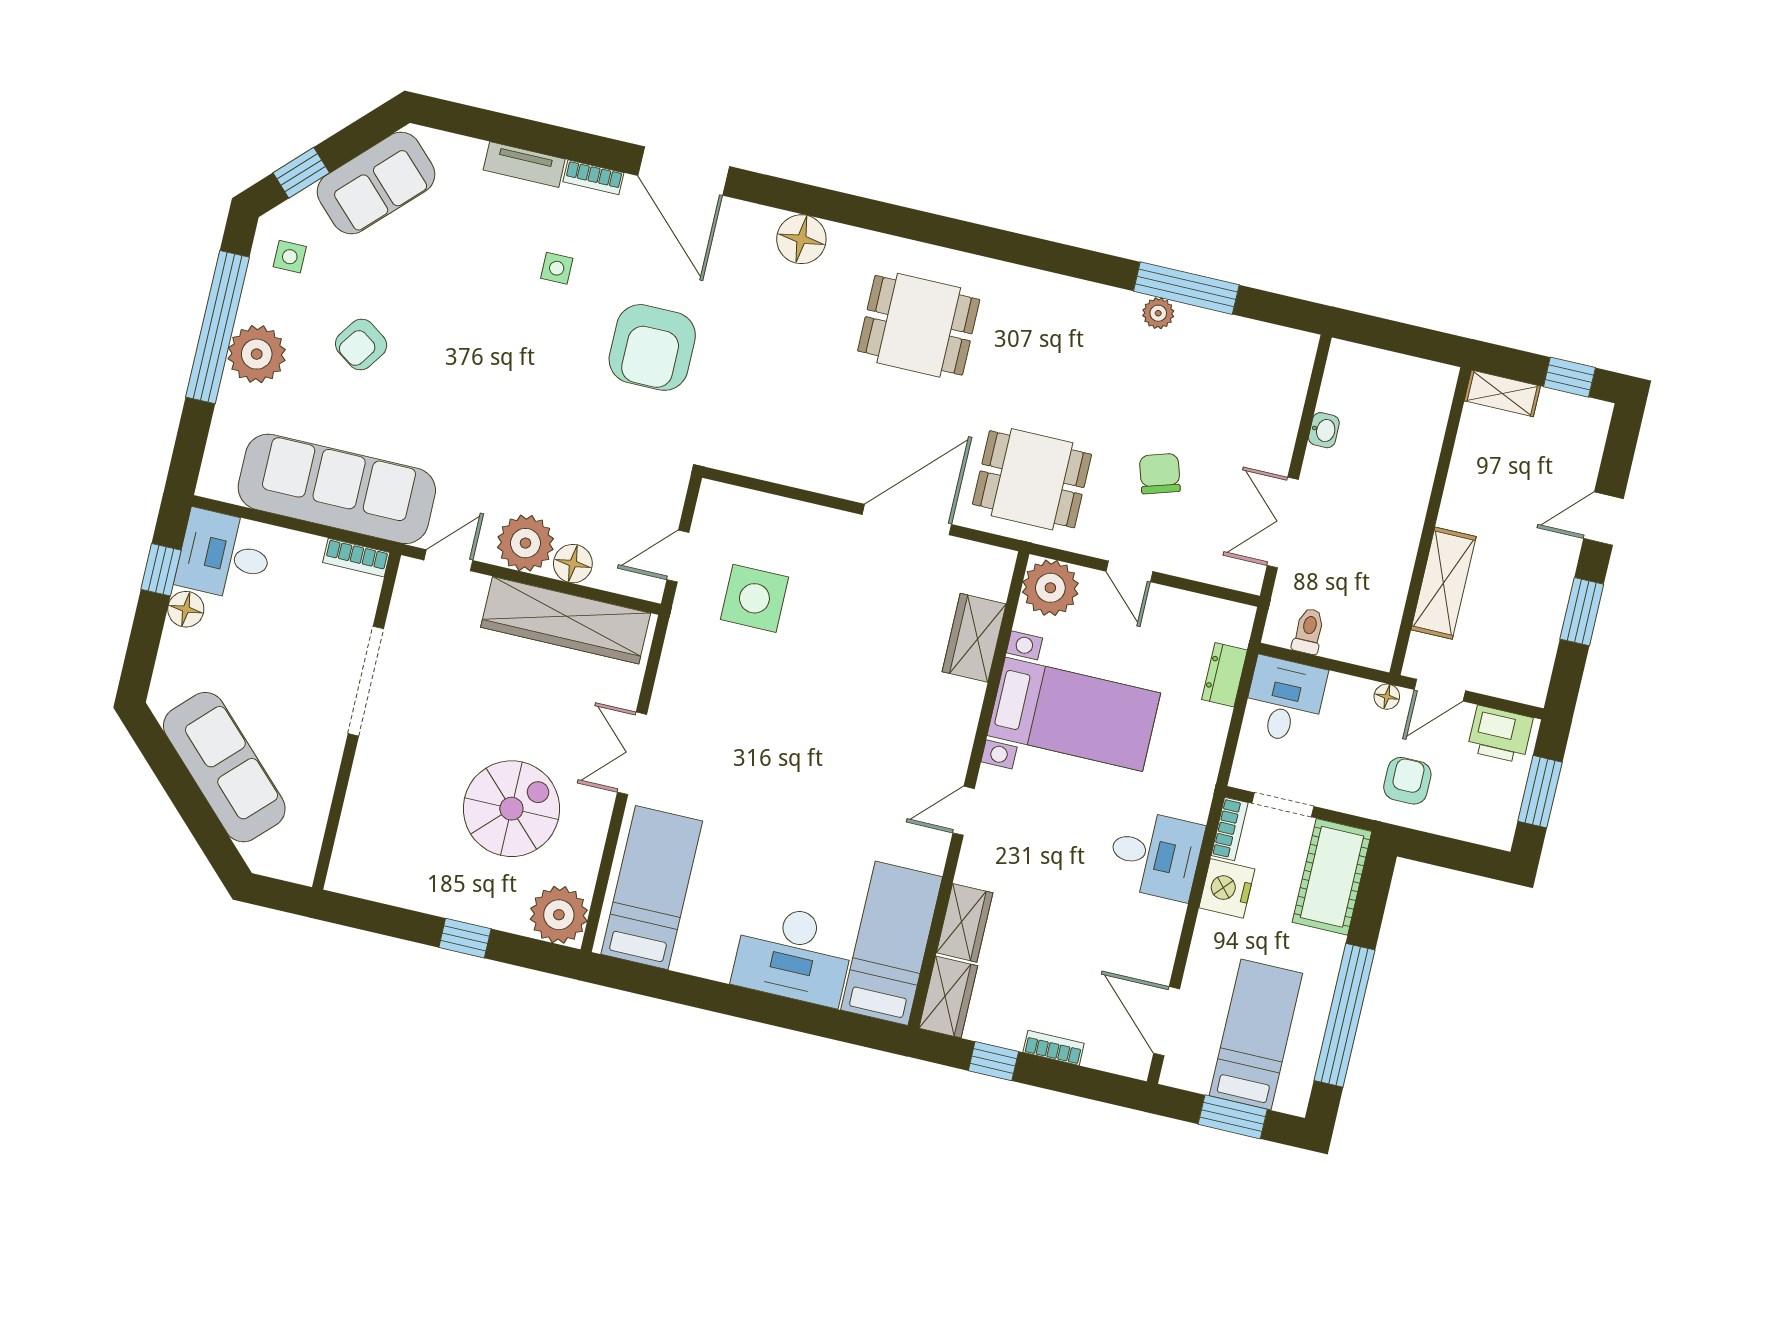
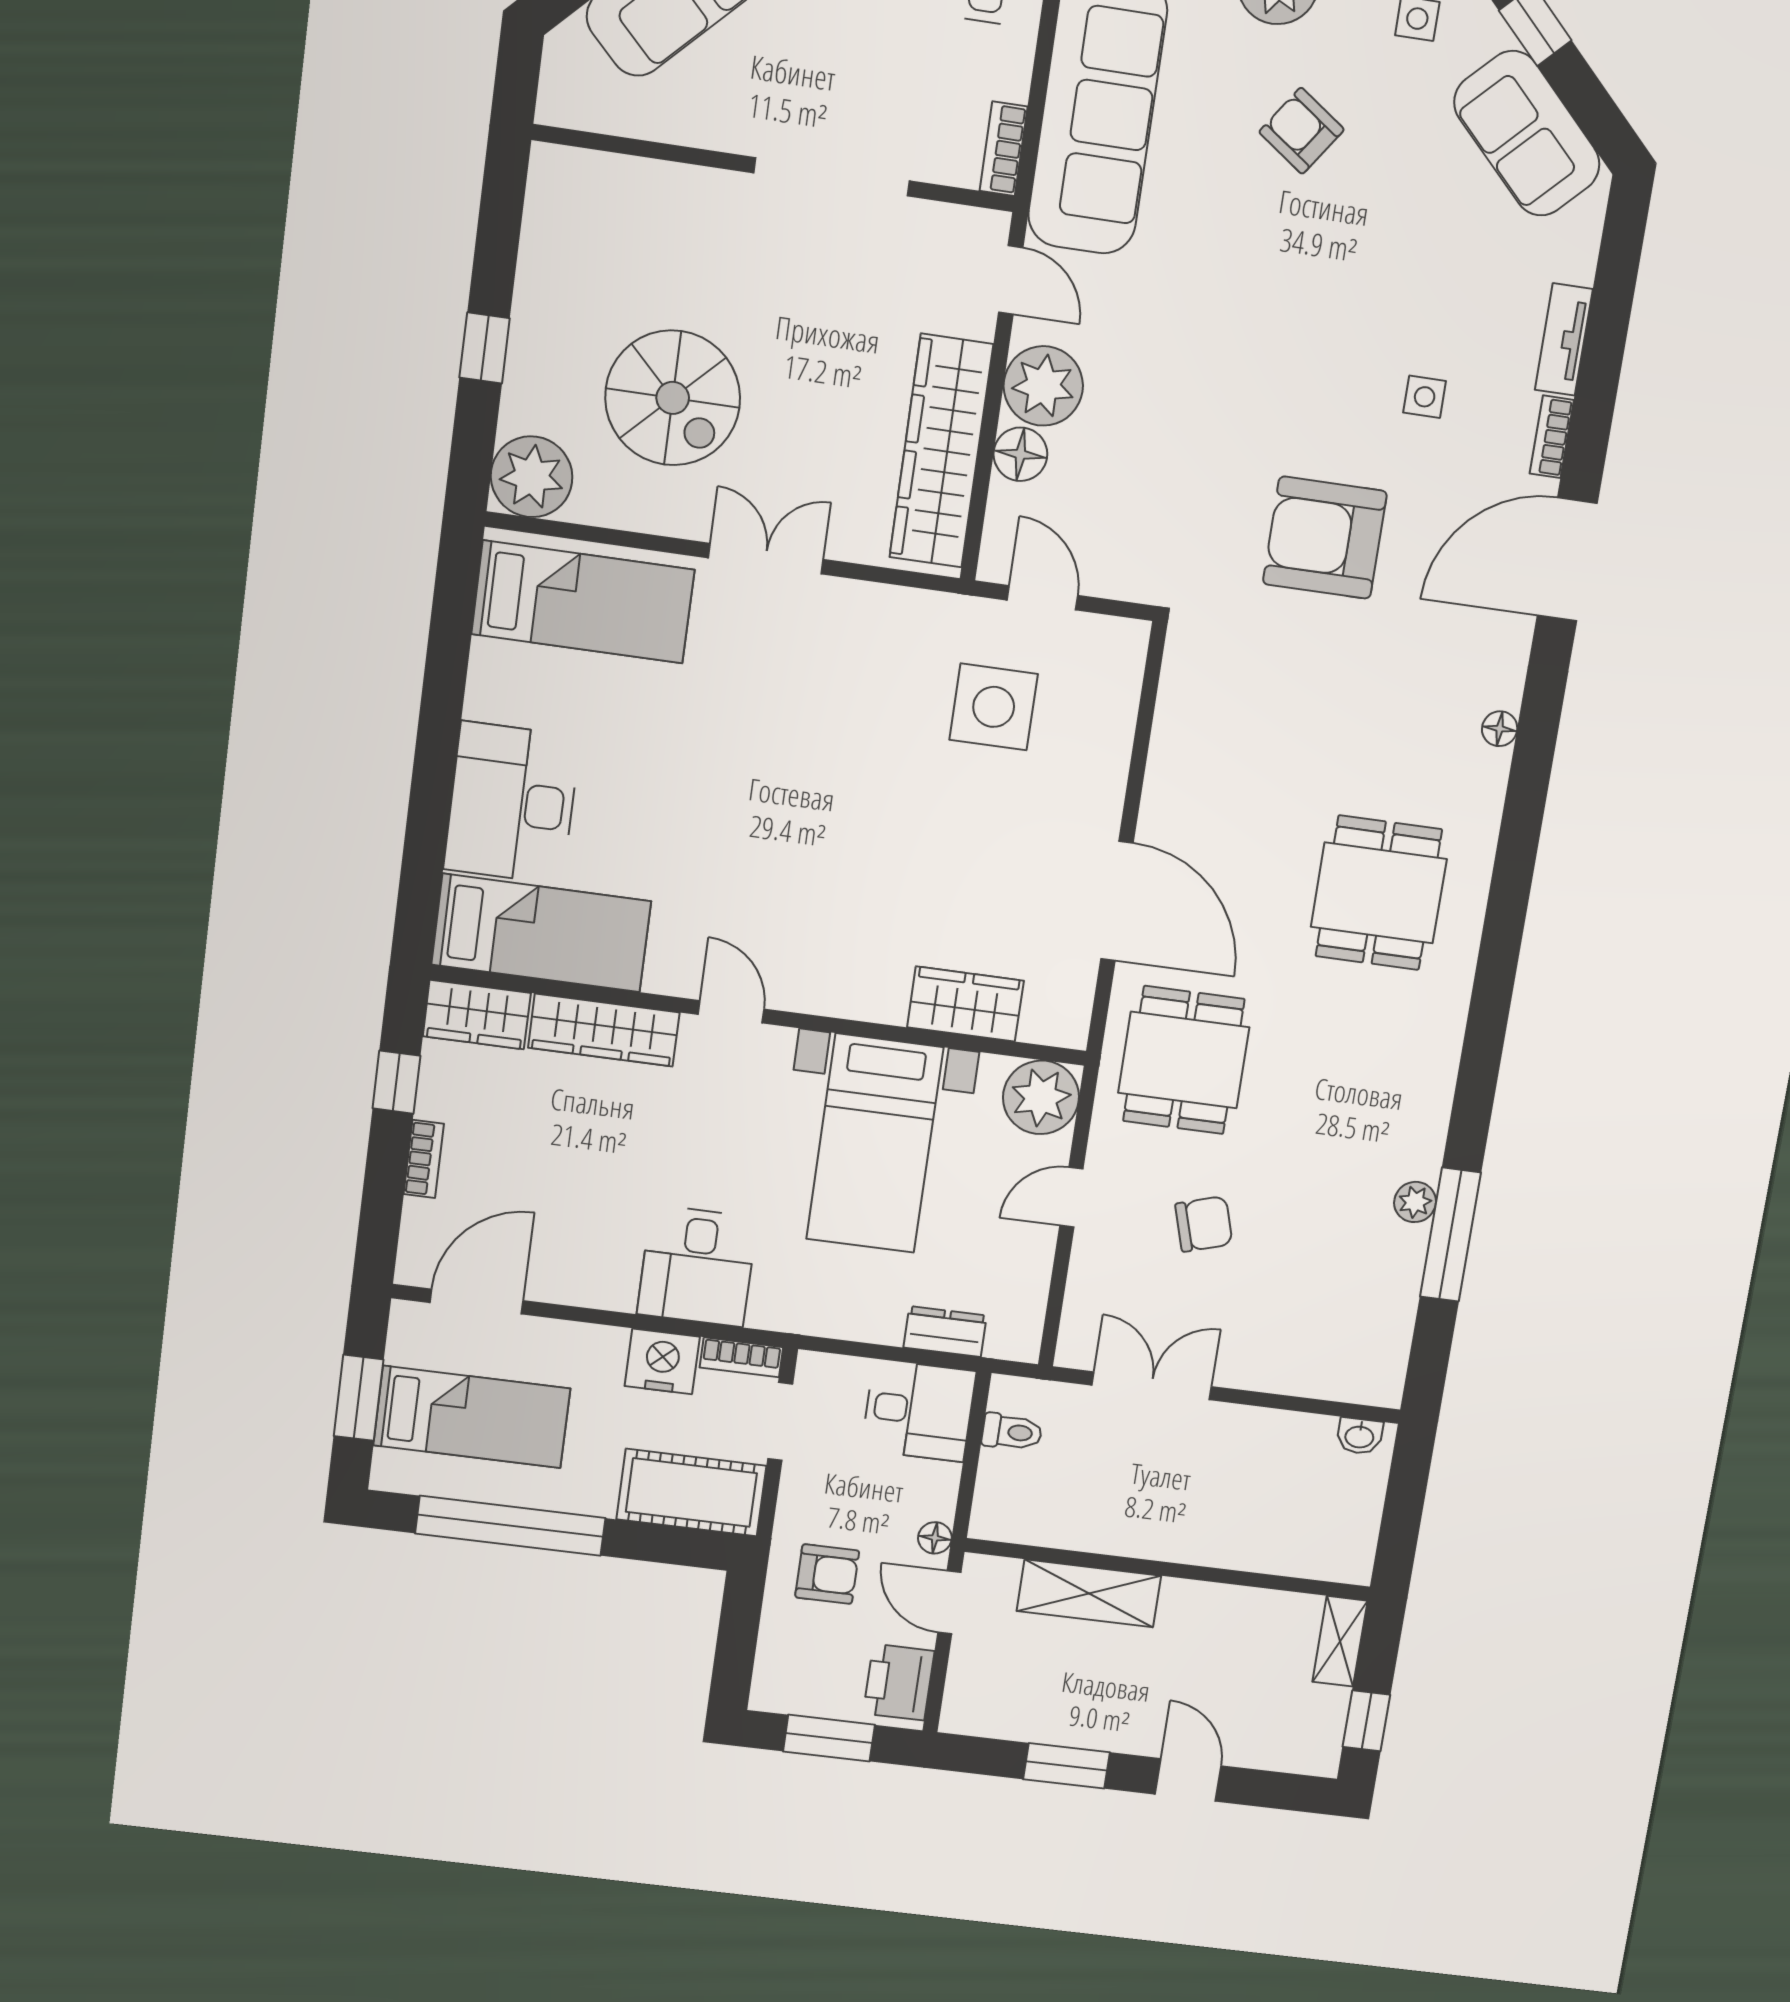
floor lamp: (801, 239) -> (1500, 729), width x0.53, depth x0.53
washbasin: (1324, 430) -> (1359, 1436), moved
wardrobe: (965, 923) -> (604, 1030), width x1.50

